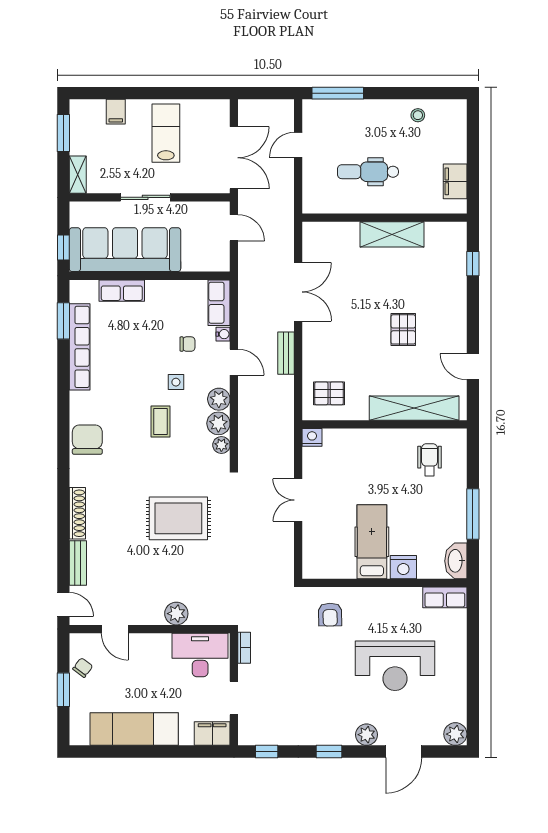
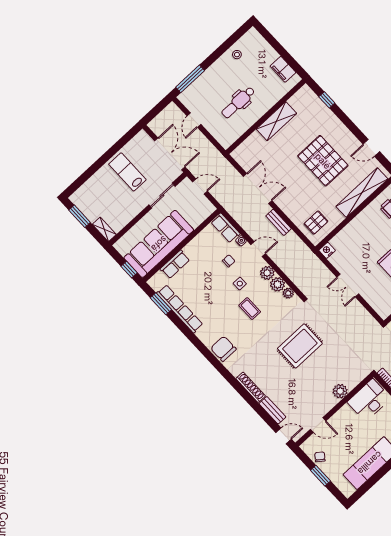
filing cabinet: (116, 112) -> (95, 184), removed
sliding door: (145, 197) -> (162, 196), moved
pallet: (403, 329) -> (323, 161), width x2.05, depth x2.00

